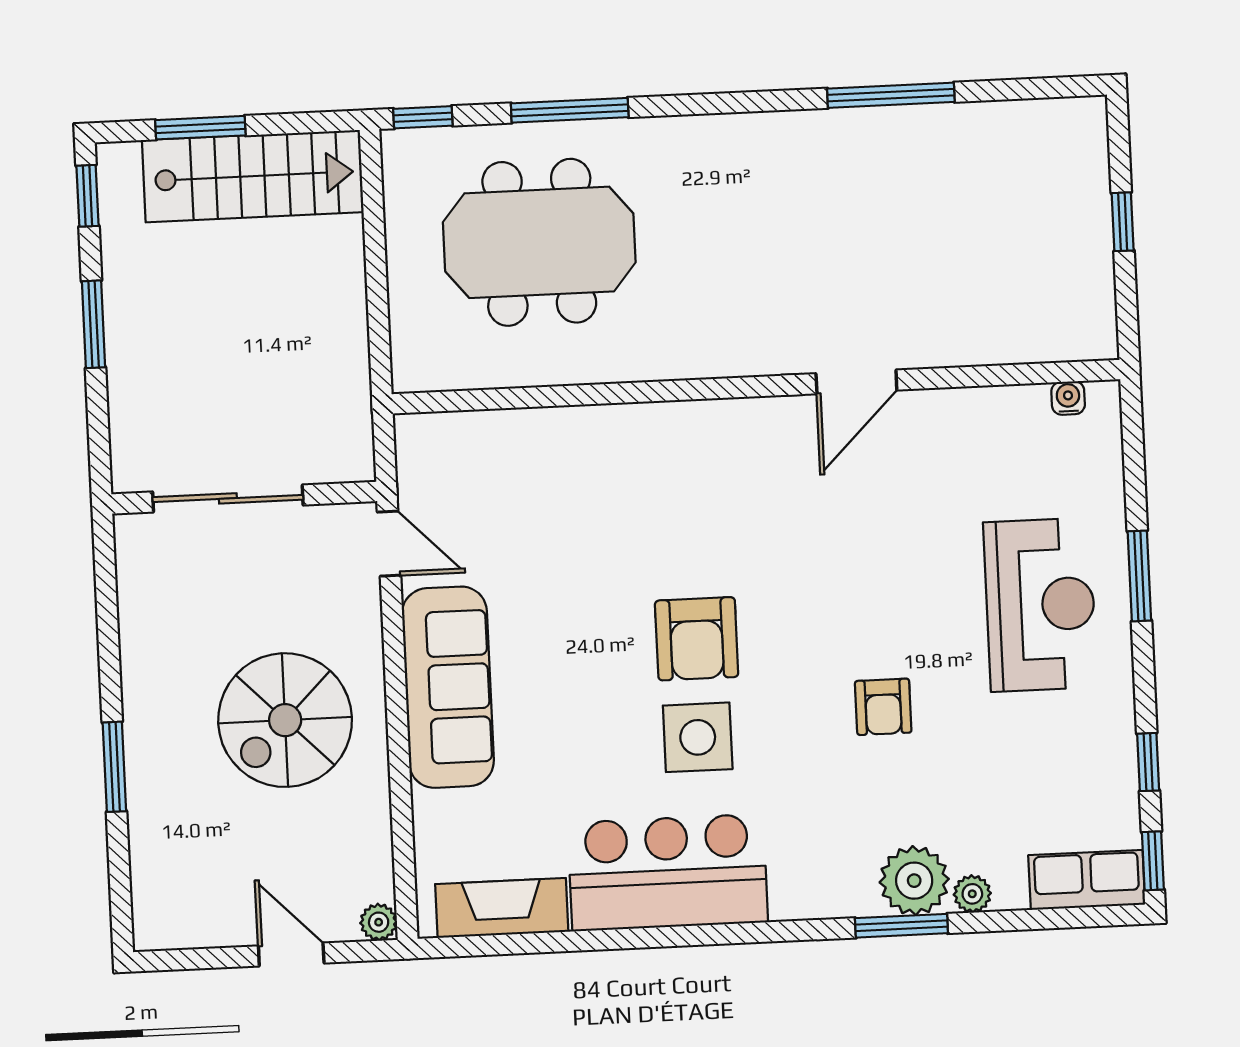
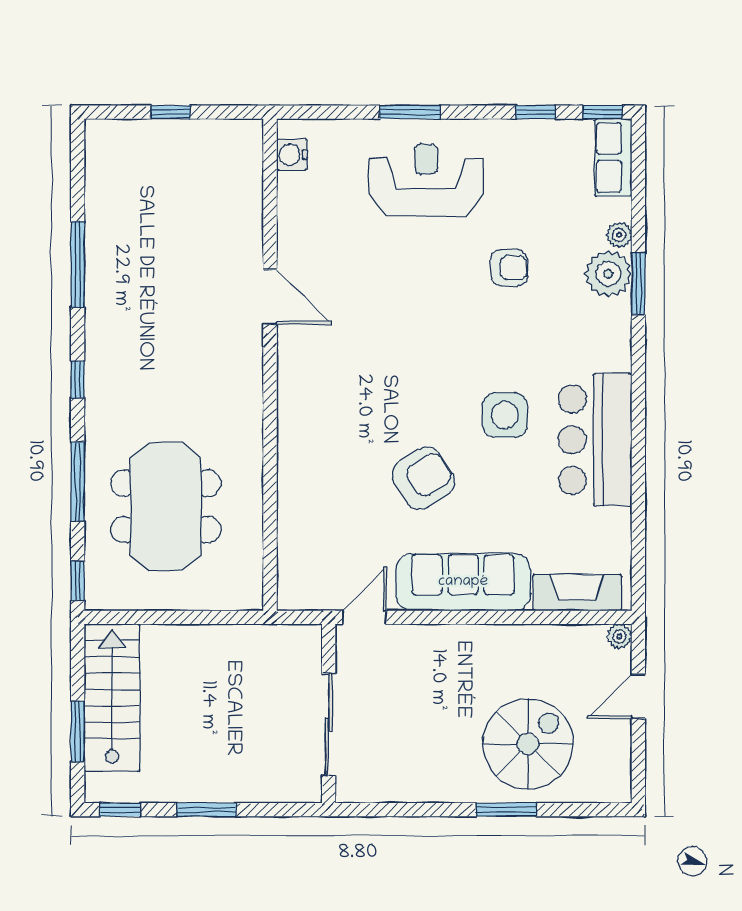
window: (721, 103) -> (78, 379), added
water cooler: (1068, 398) -> (292, 155), width x1.38, depth x1.38
armchair: (697, 639) -> (423, 478), moved, turned -33
armchair: (883, 707) -> (509, 268), moved
spiral stairs: (285, 720) -> (528, 744), moved, turned -90
fireplace: (502, 908) -> (577, 593), moved, turned 90

